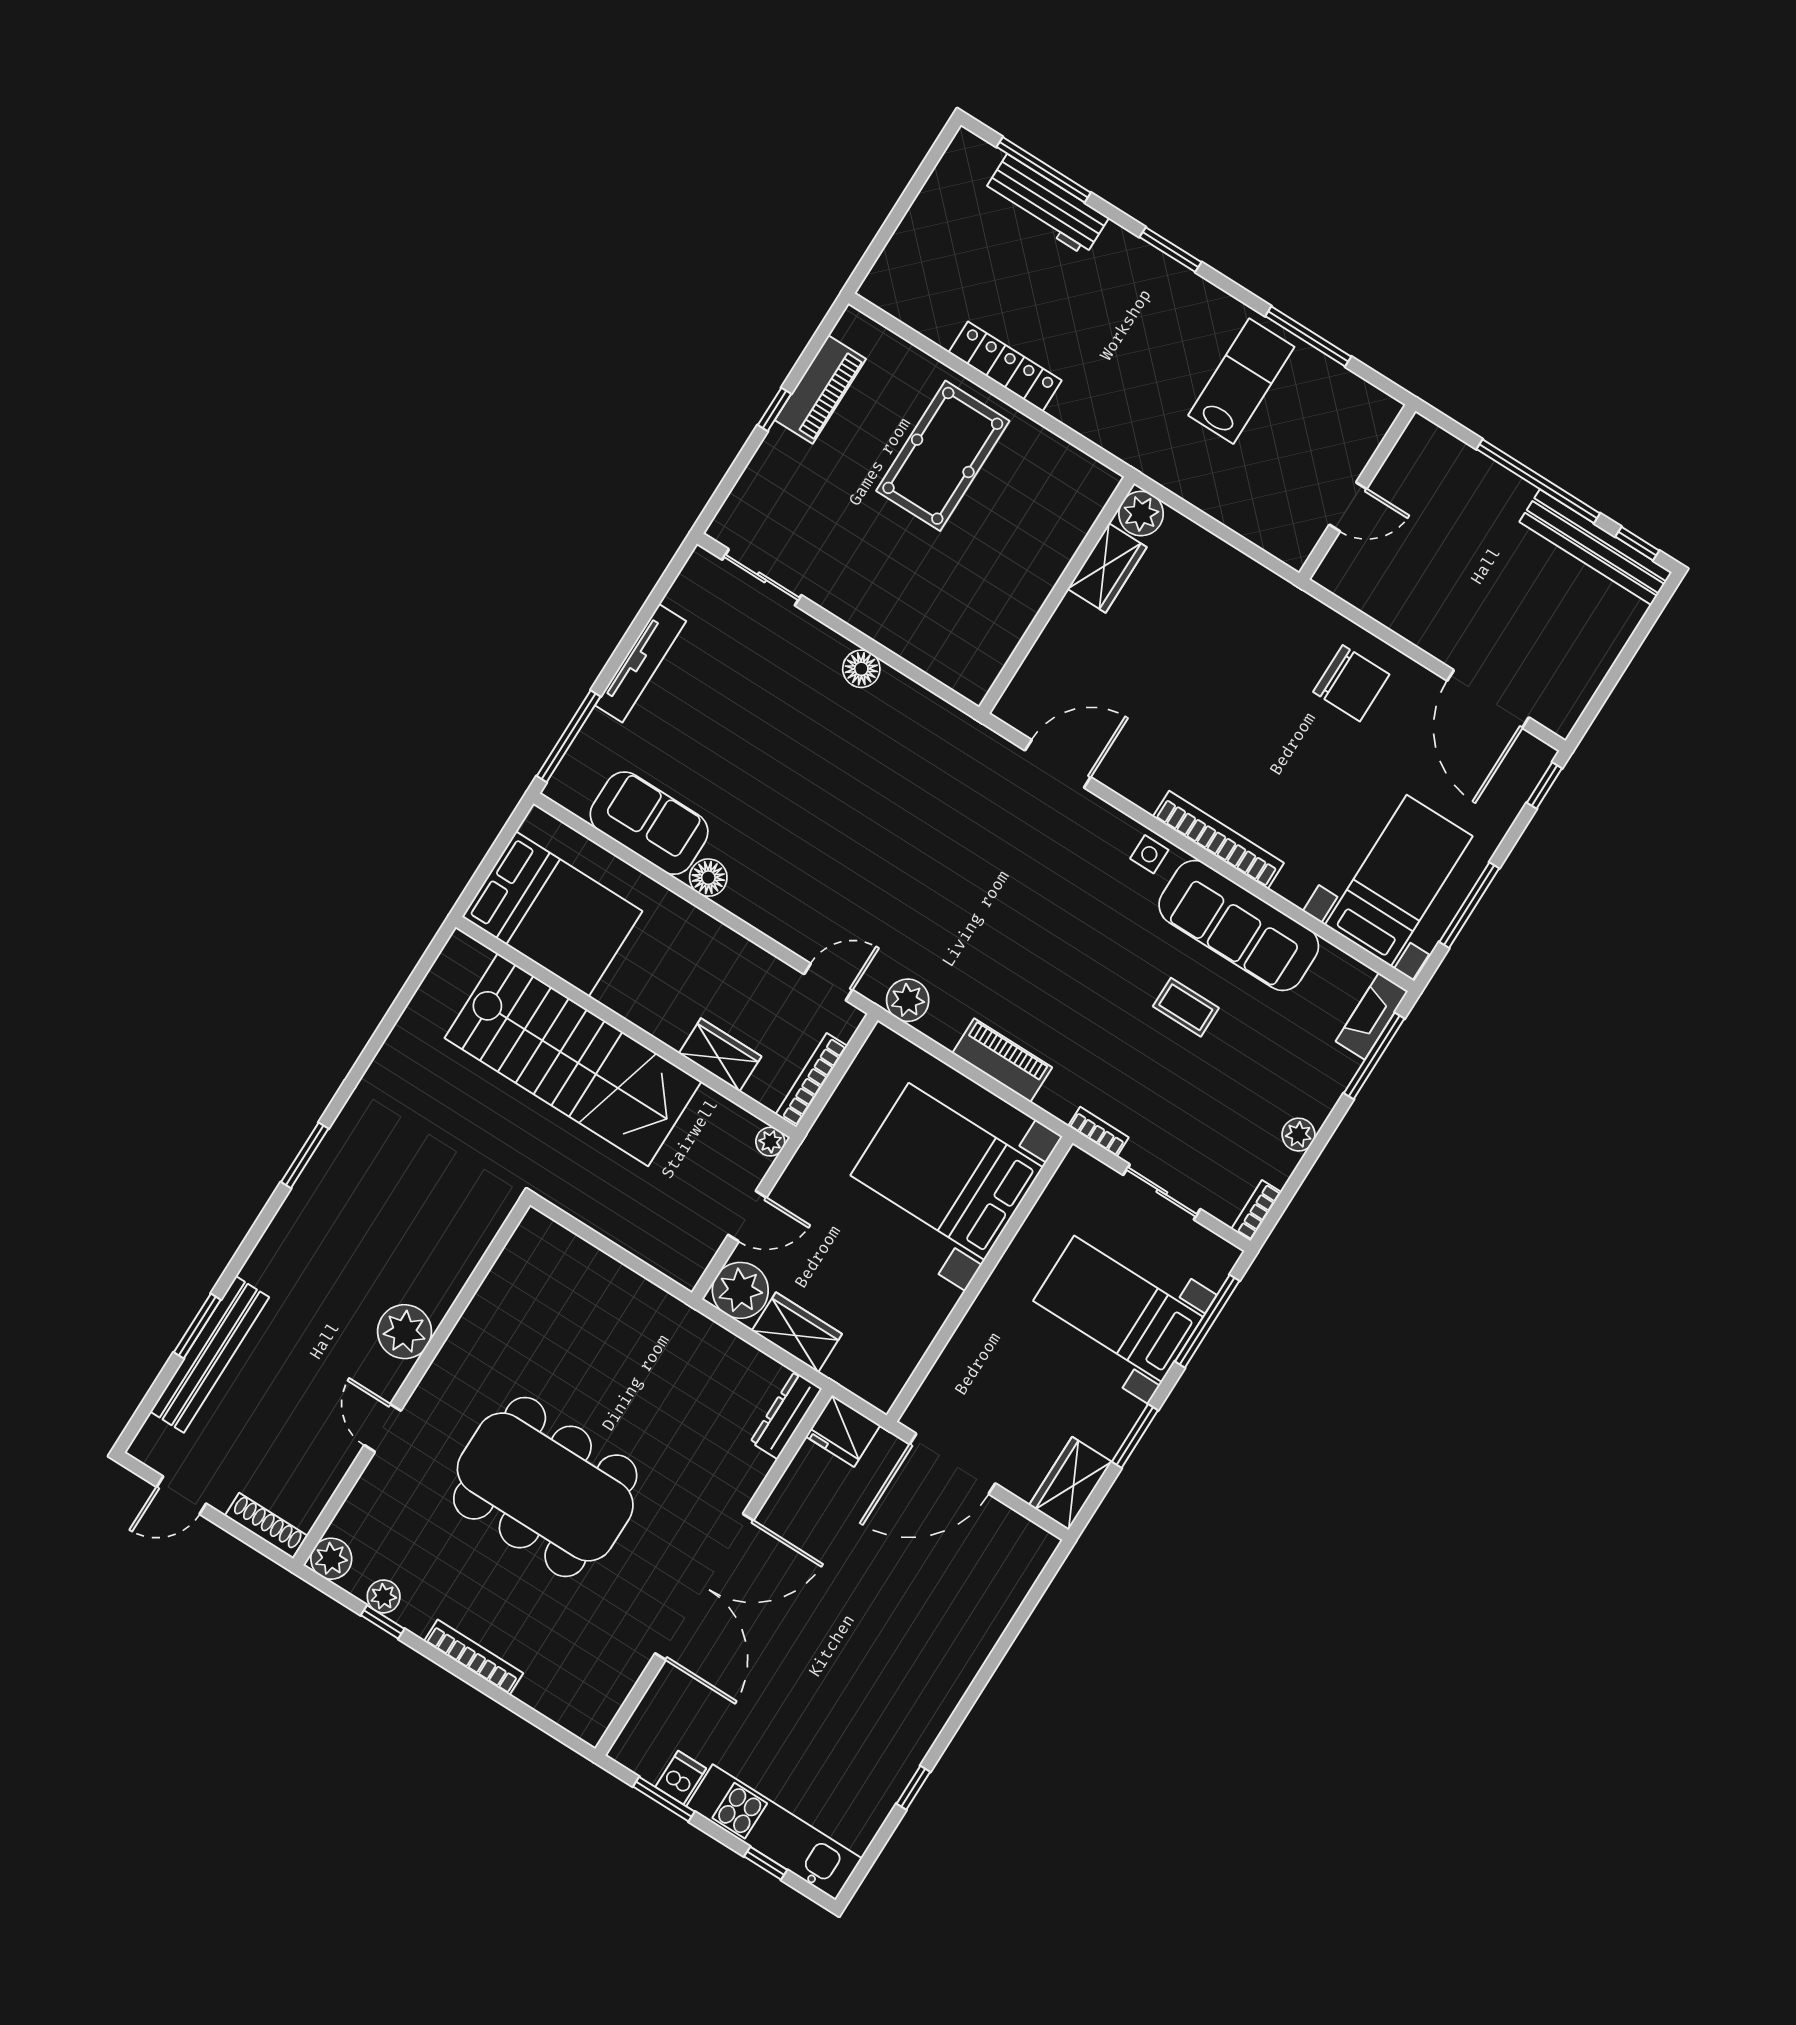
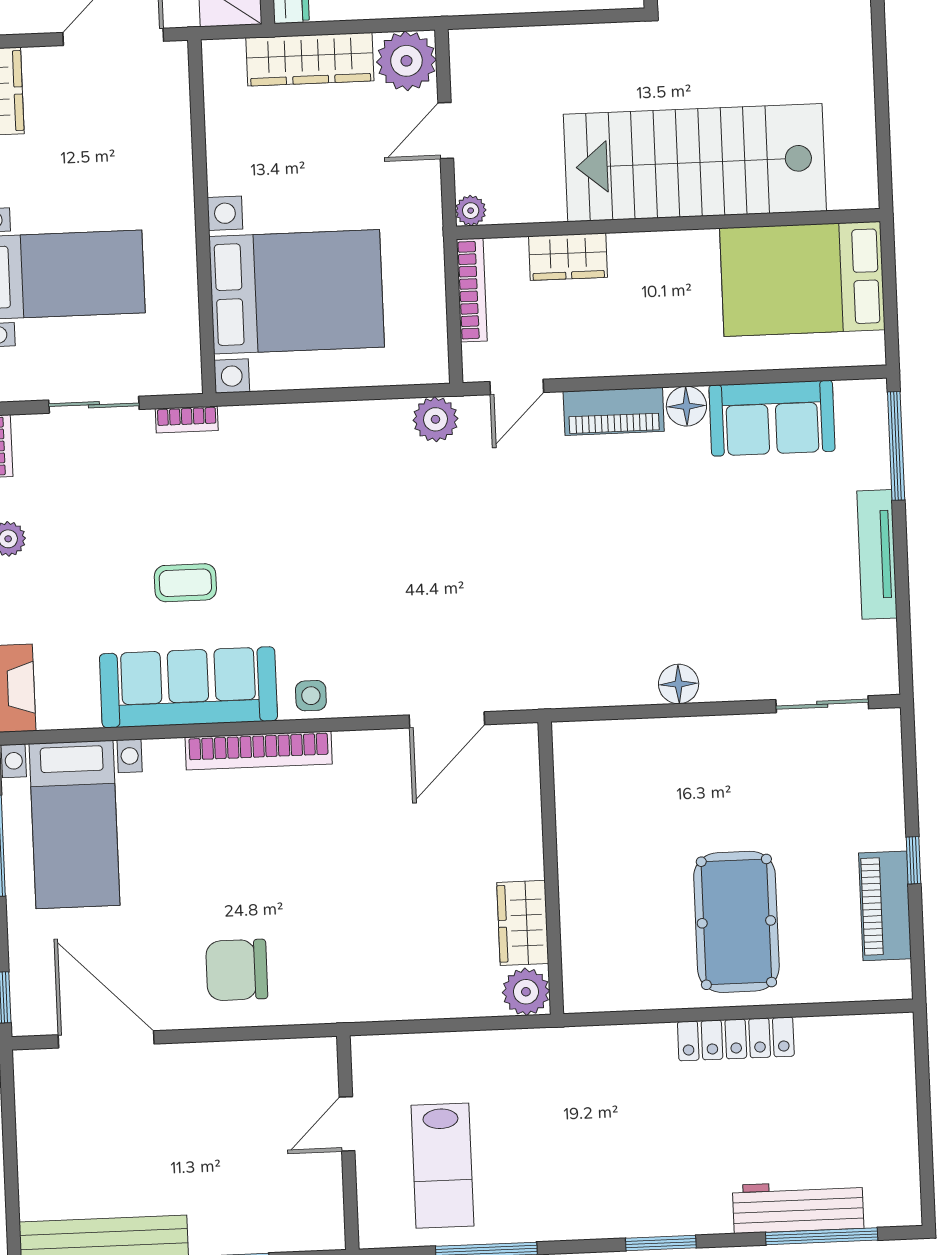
lab bench: (1241, 381) -> (442, 1166), moved
piano: (1002, 1060) -> (614, 411), moved
wardrobe: (797, 1332) -> (310, 59), width x1.50

